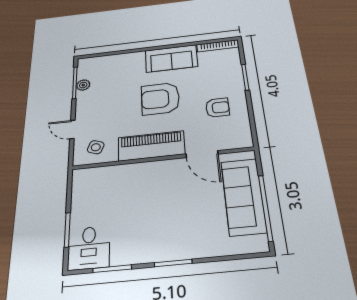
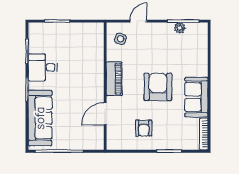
piano: (151, 146) -> (114, 79), width x0.73, depth x0.75
sofa: (243, 196) -> (40, 118), moved, turned 90
desk: (89, 248) -> (43, 67), moved

